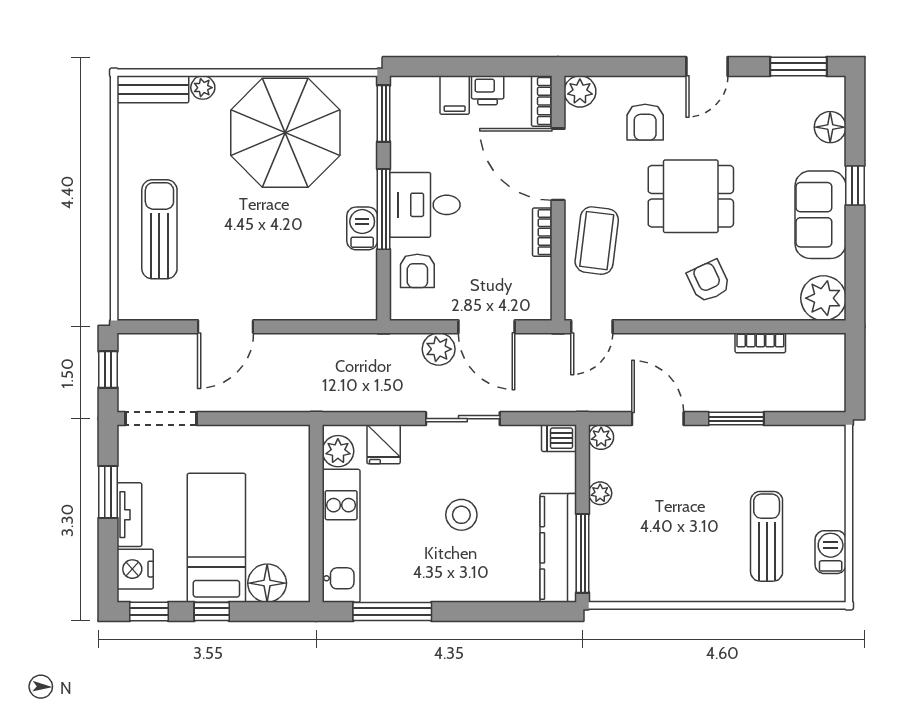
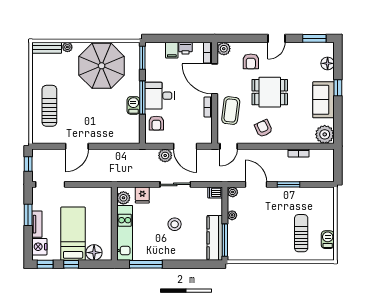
armchair: (709, 281) -> (263, 128), moved

